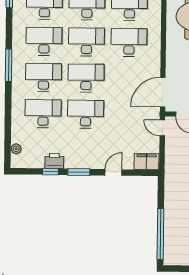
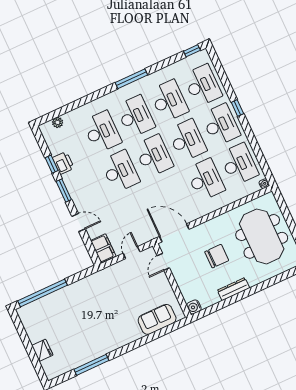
door: (162, 128) -> (132, 253), moved

